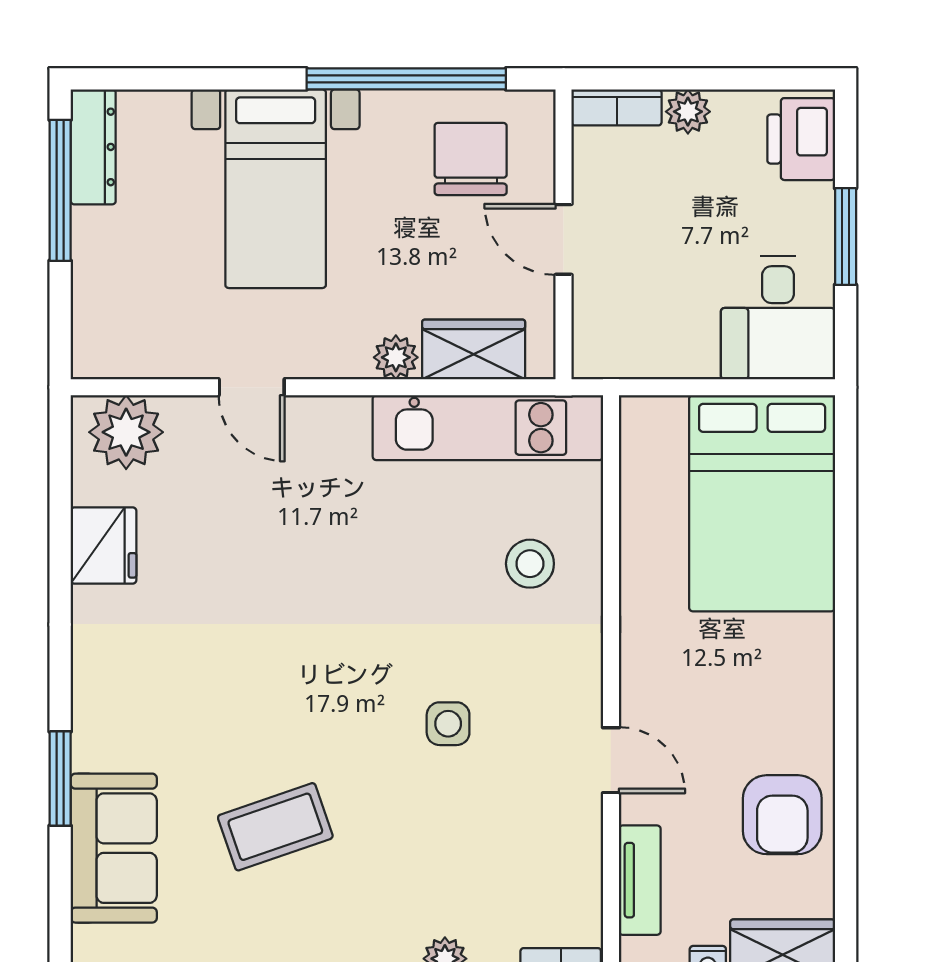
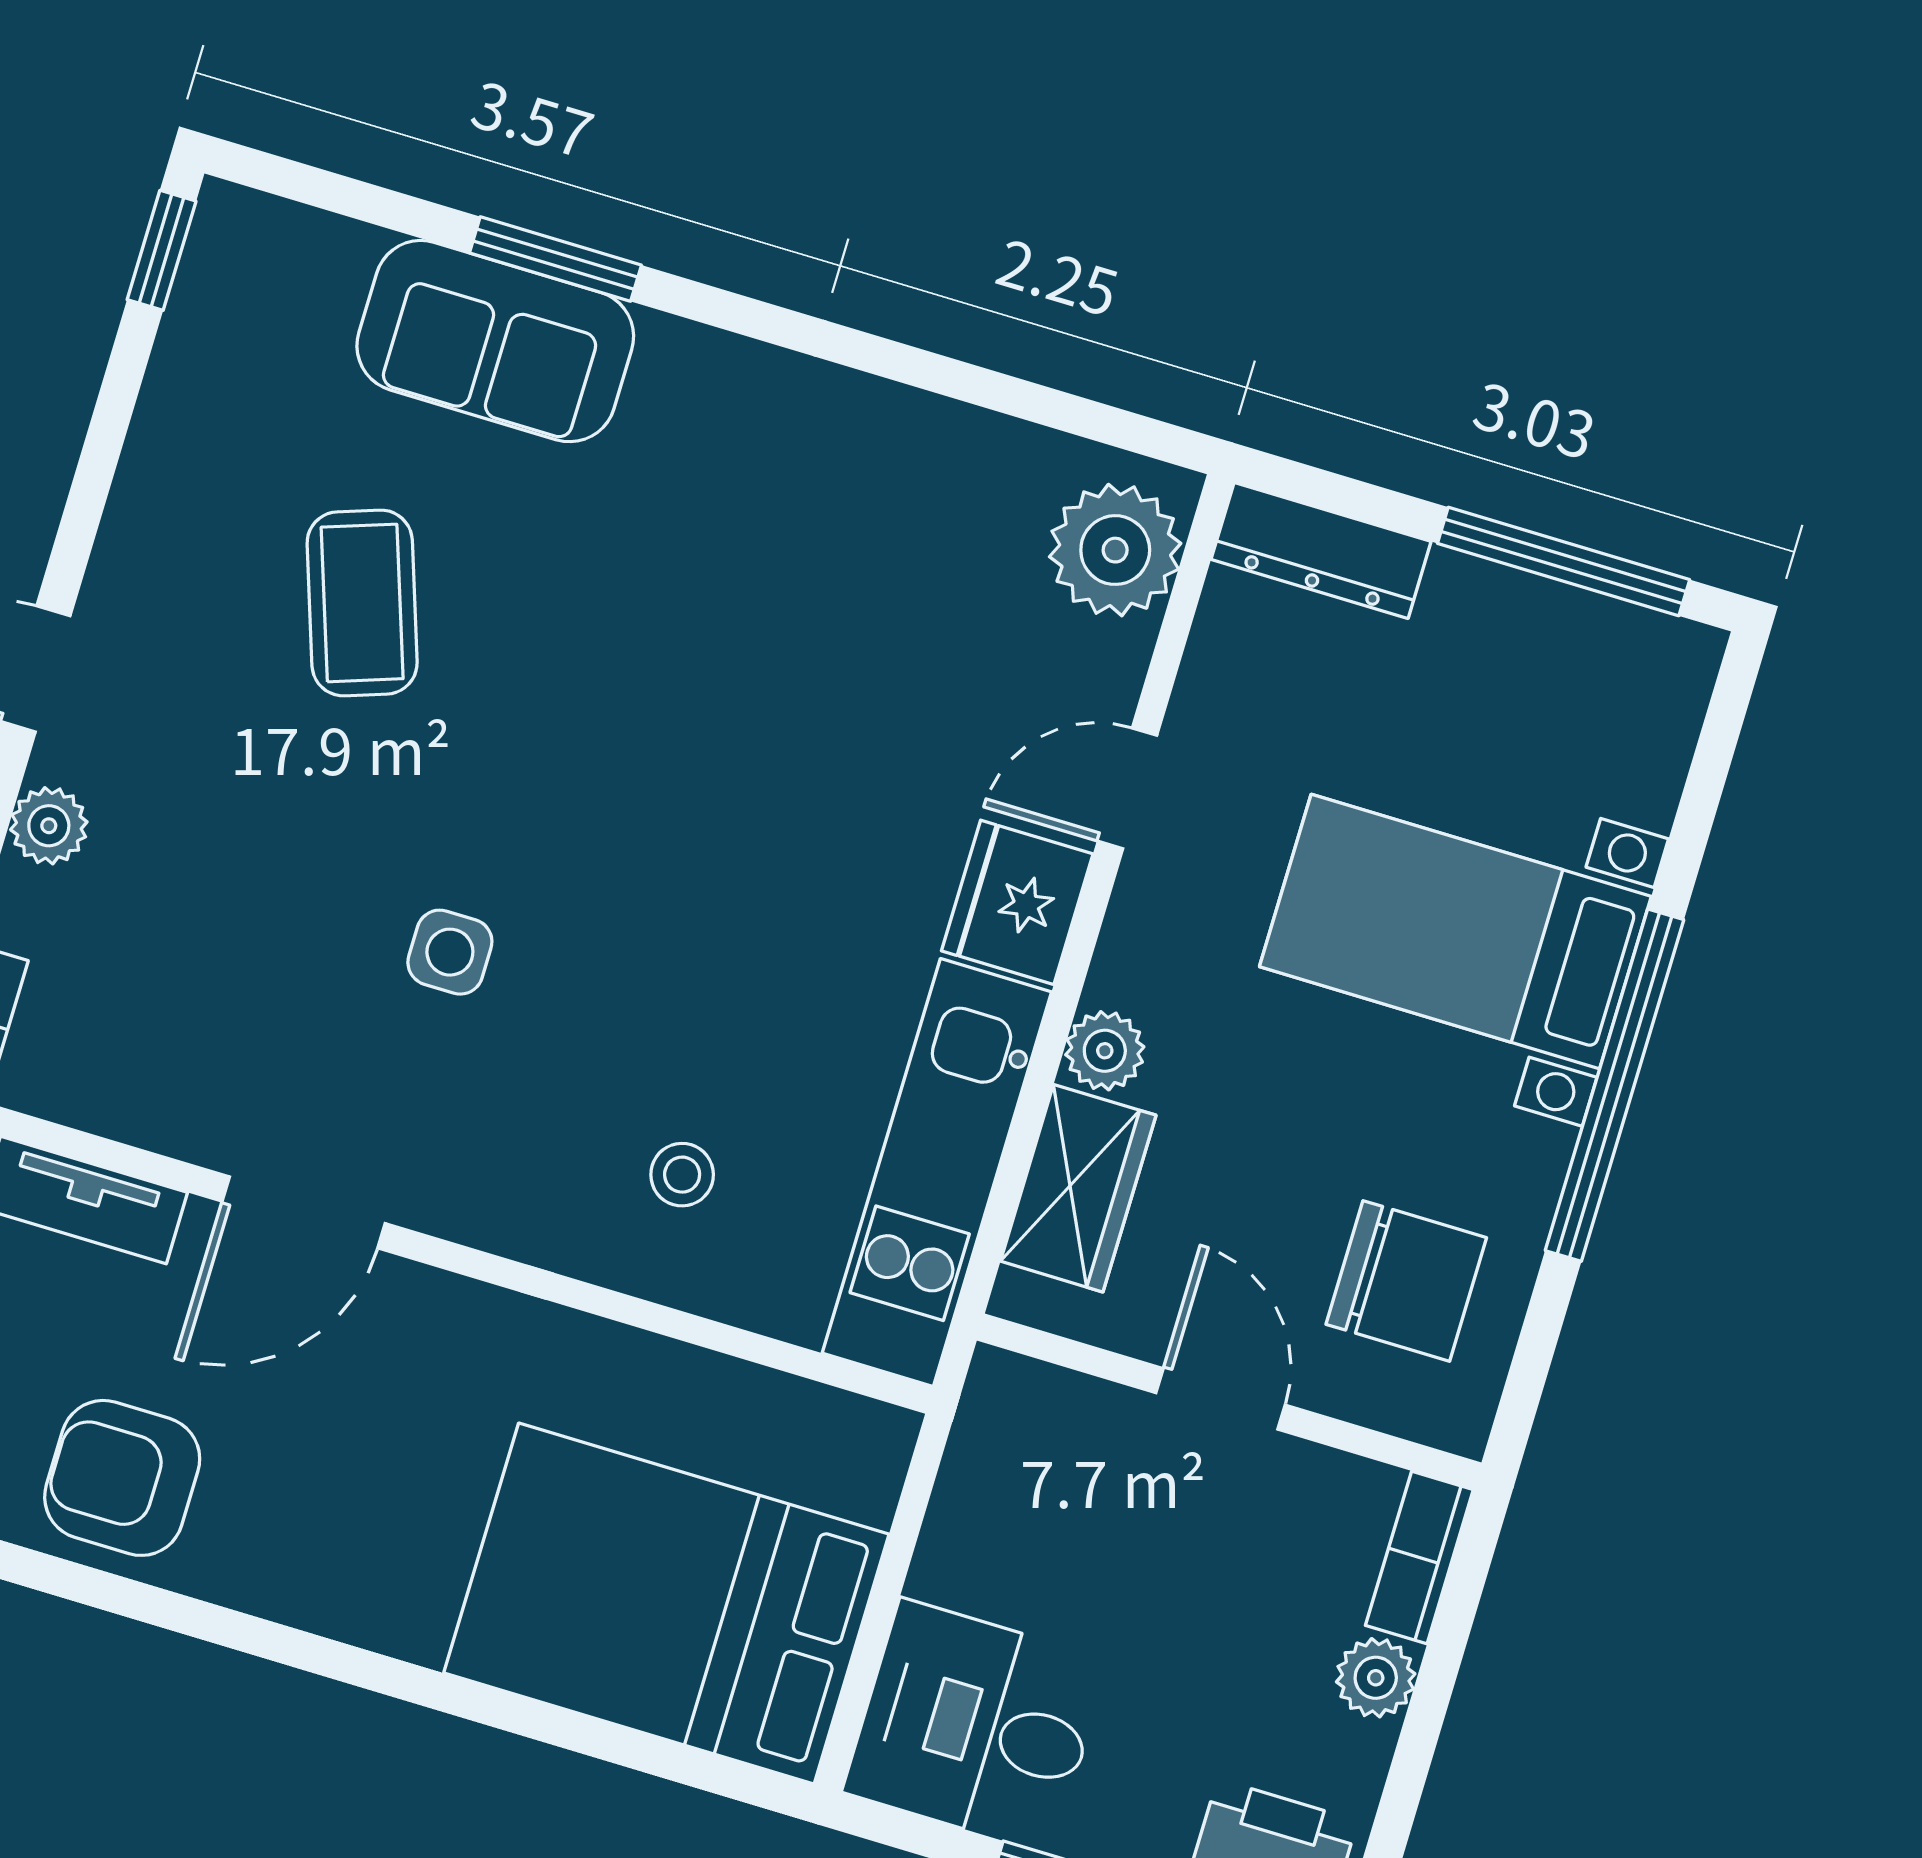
window: (406, 79) -> (1615, 1085), moved
dresser: (93, 147) -> (1321, 550), moved
door: (564, 239) -> (1221, 1399), hinge flipped
fridge: (104, 546) -> (1017, 902), moved, turned 90
stool: (530, 564) -> (682, 1175), width x0.73, depth x0.73
door: (611, 760) -> (304, 1212), width x1.38
sofa: (114, 848) -> (495, 341), moved

